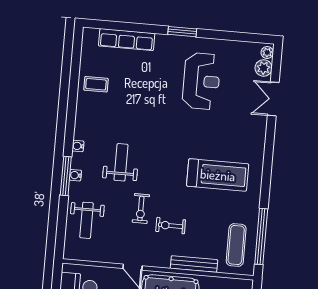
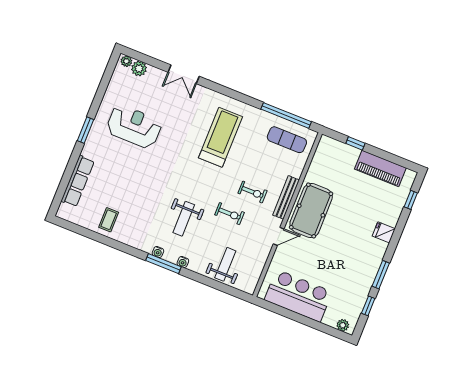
double door: (273, 99) -> (184, 74), moved
weight bench: (121, 162) -> (184, 219), turned -90
window: (66, 176) -> (163, 264), moved
weight bench: (87, 220) -> (225, 264), turned -90
exercise bike: (171, 226) -> (252, 192), turned -90
bench: (194, 264) -> (286, 197), moved

